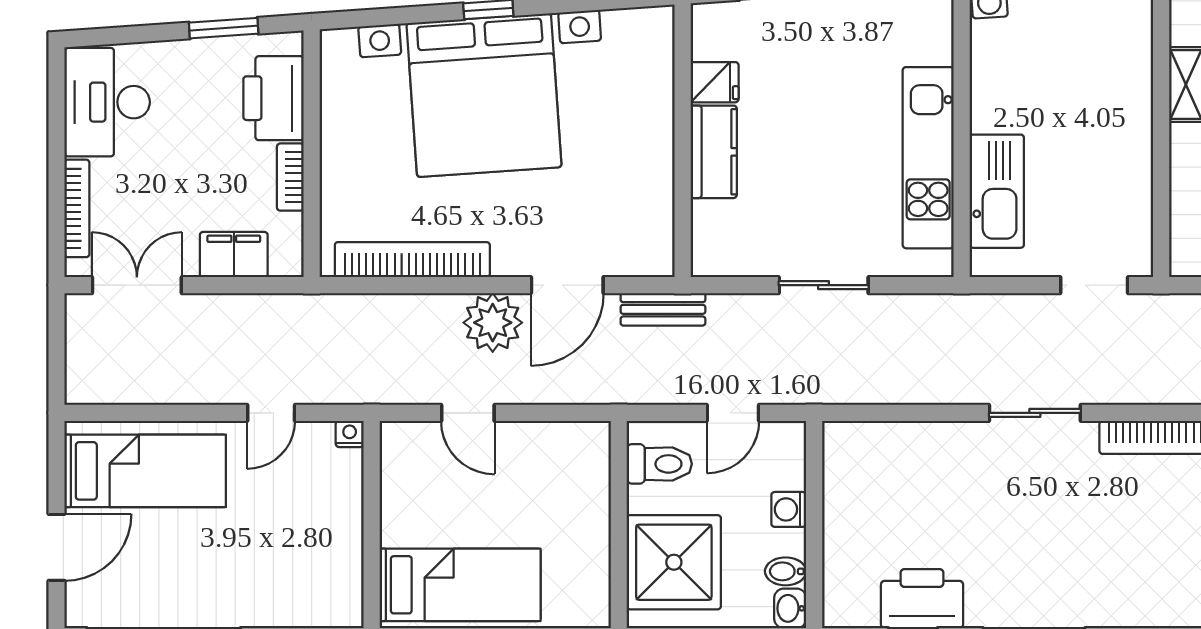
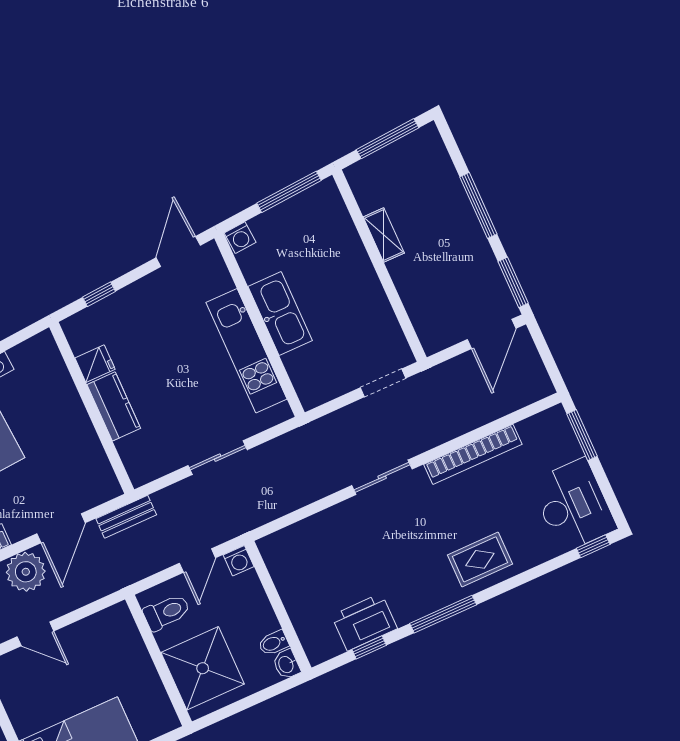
kitchen sink: (997, 191) -> (280, 313), moved
washing machine: (789, 509) -> (239, 561), moved, turned -90
rug: (1118, 585) -> (480, 559), added

